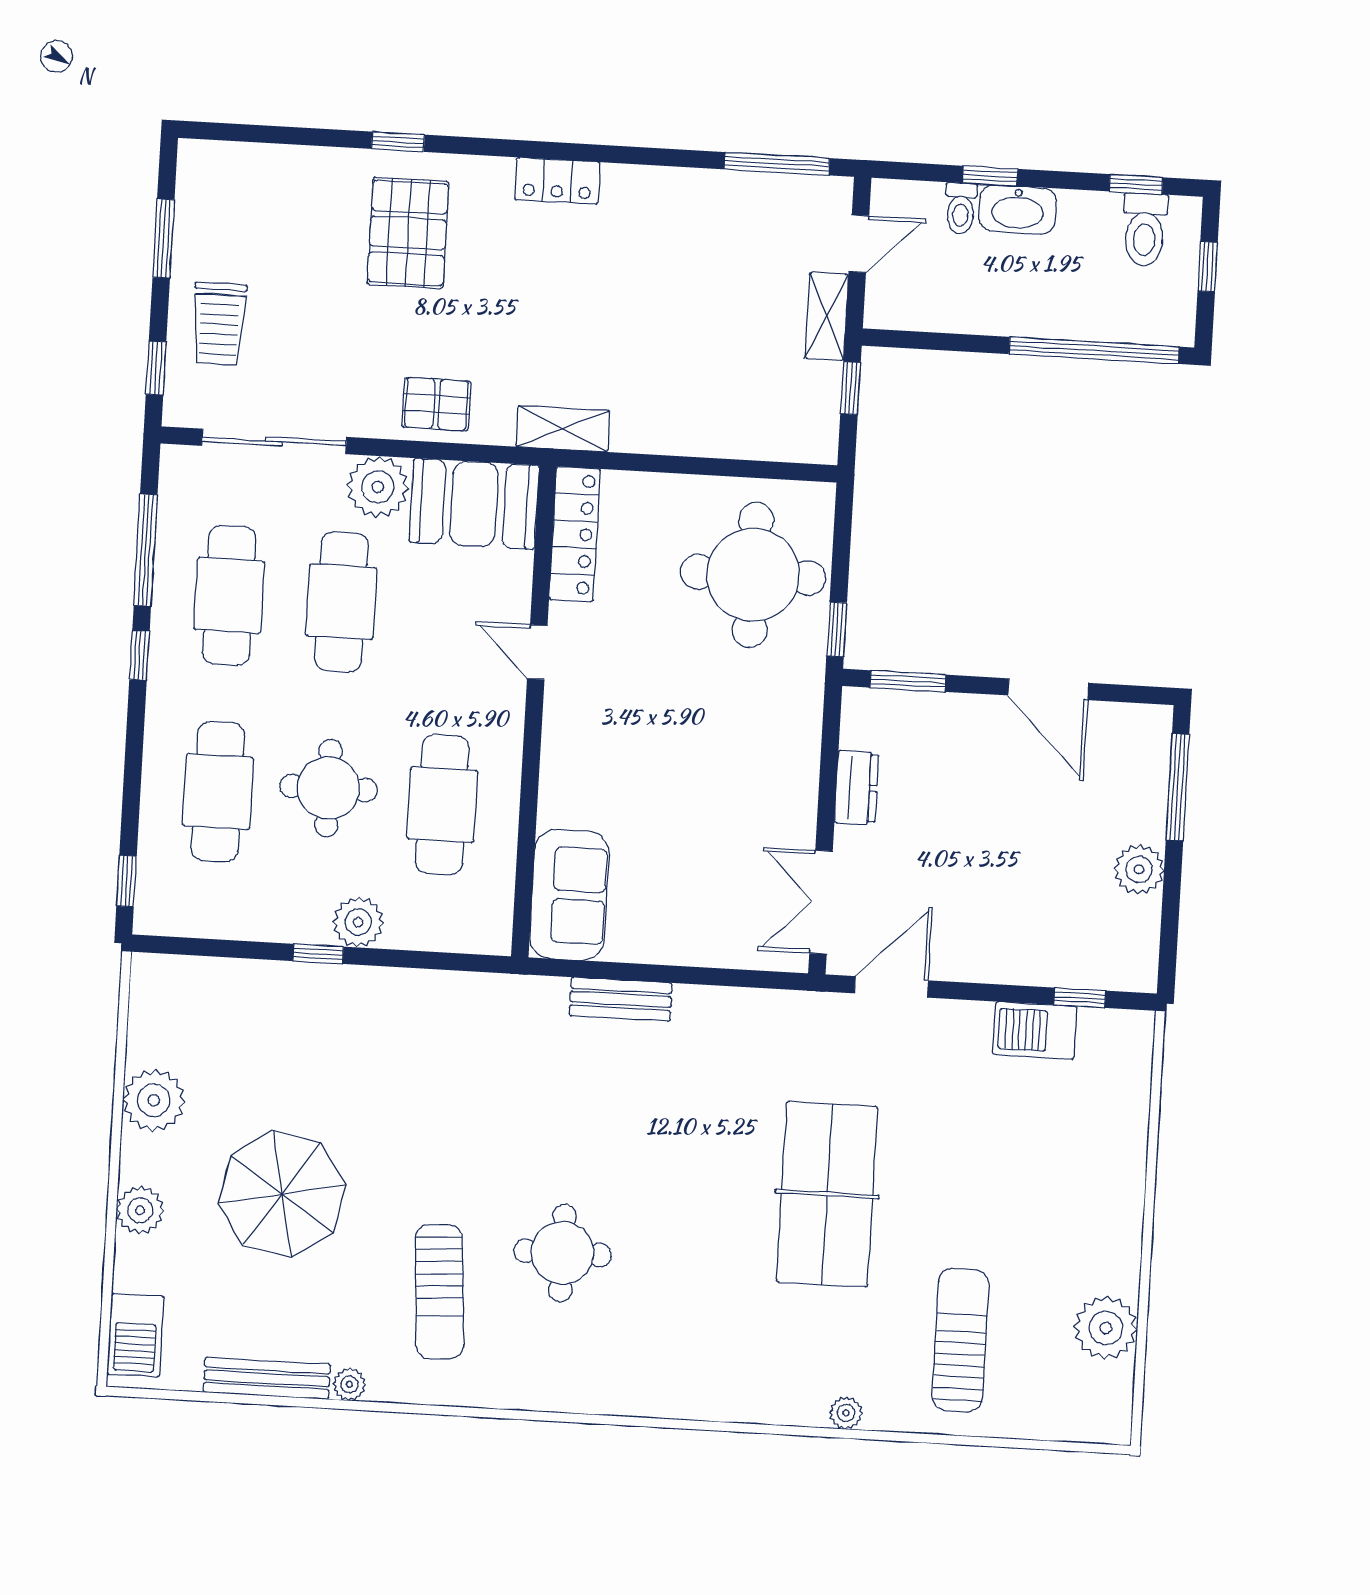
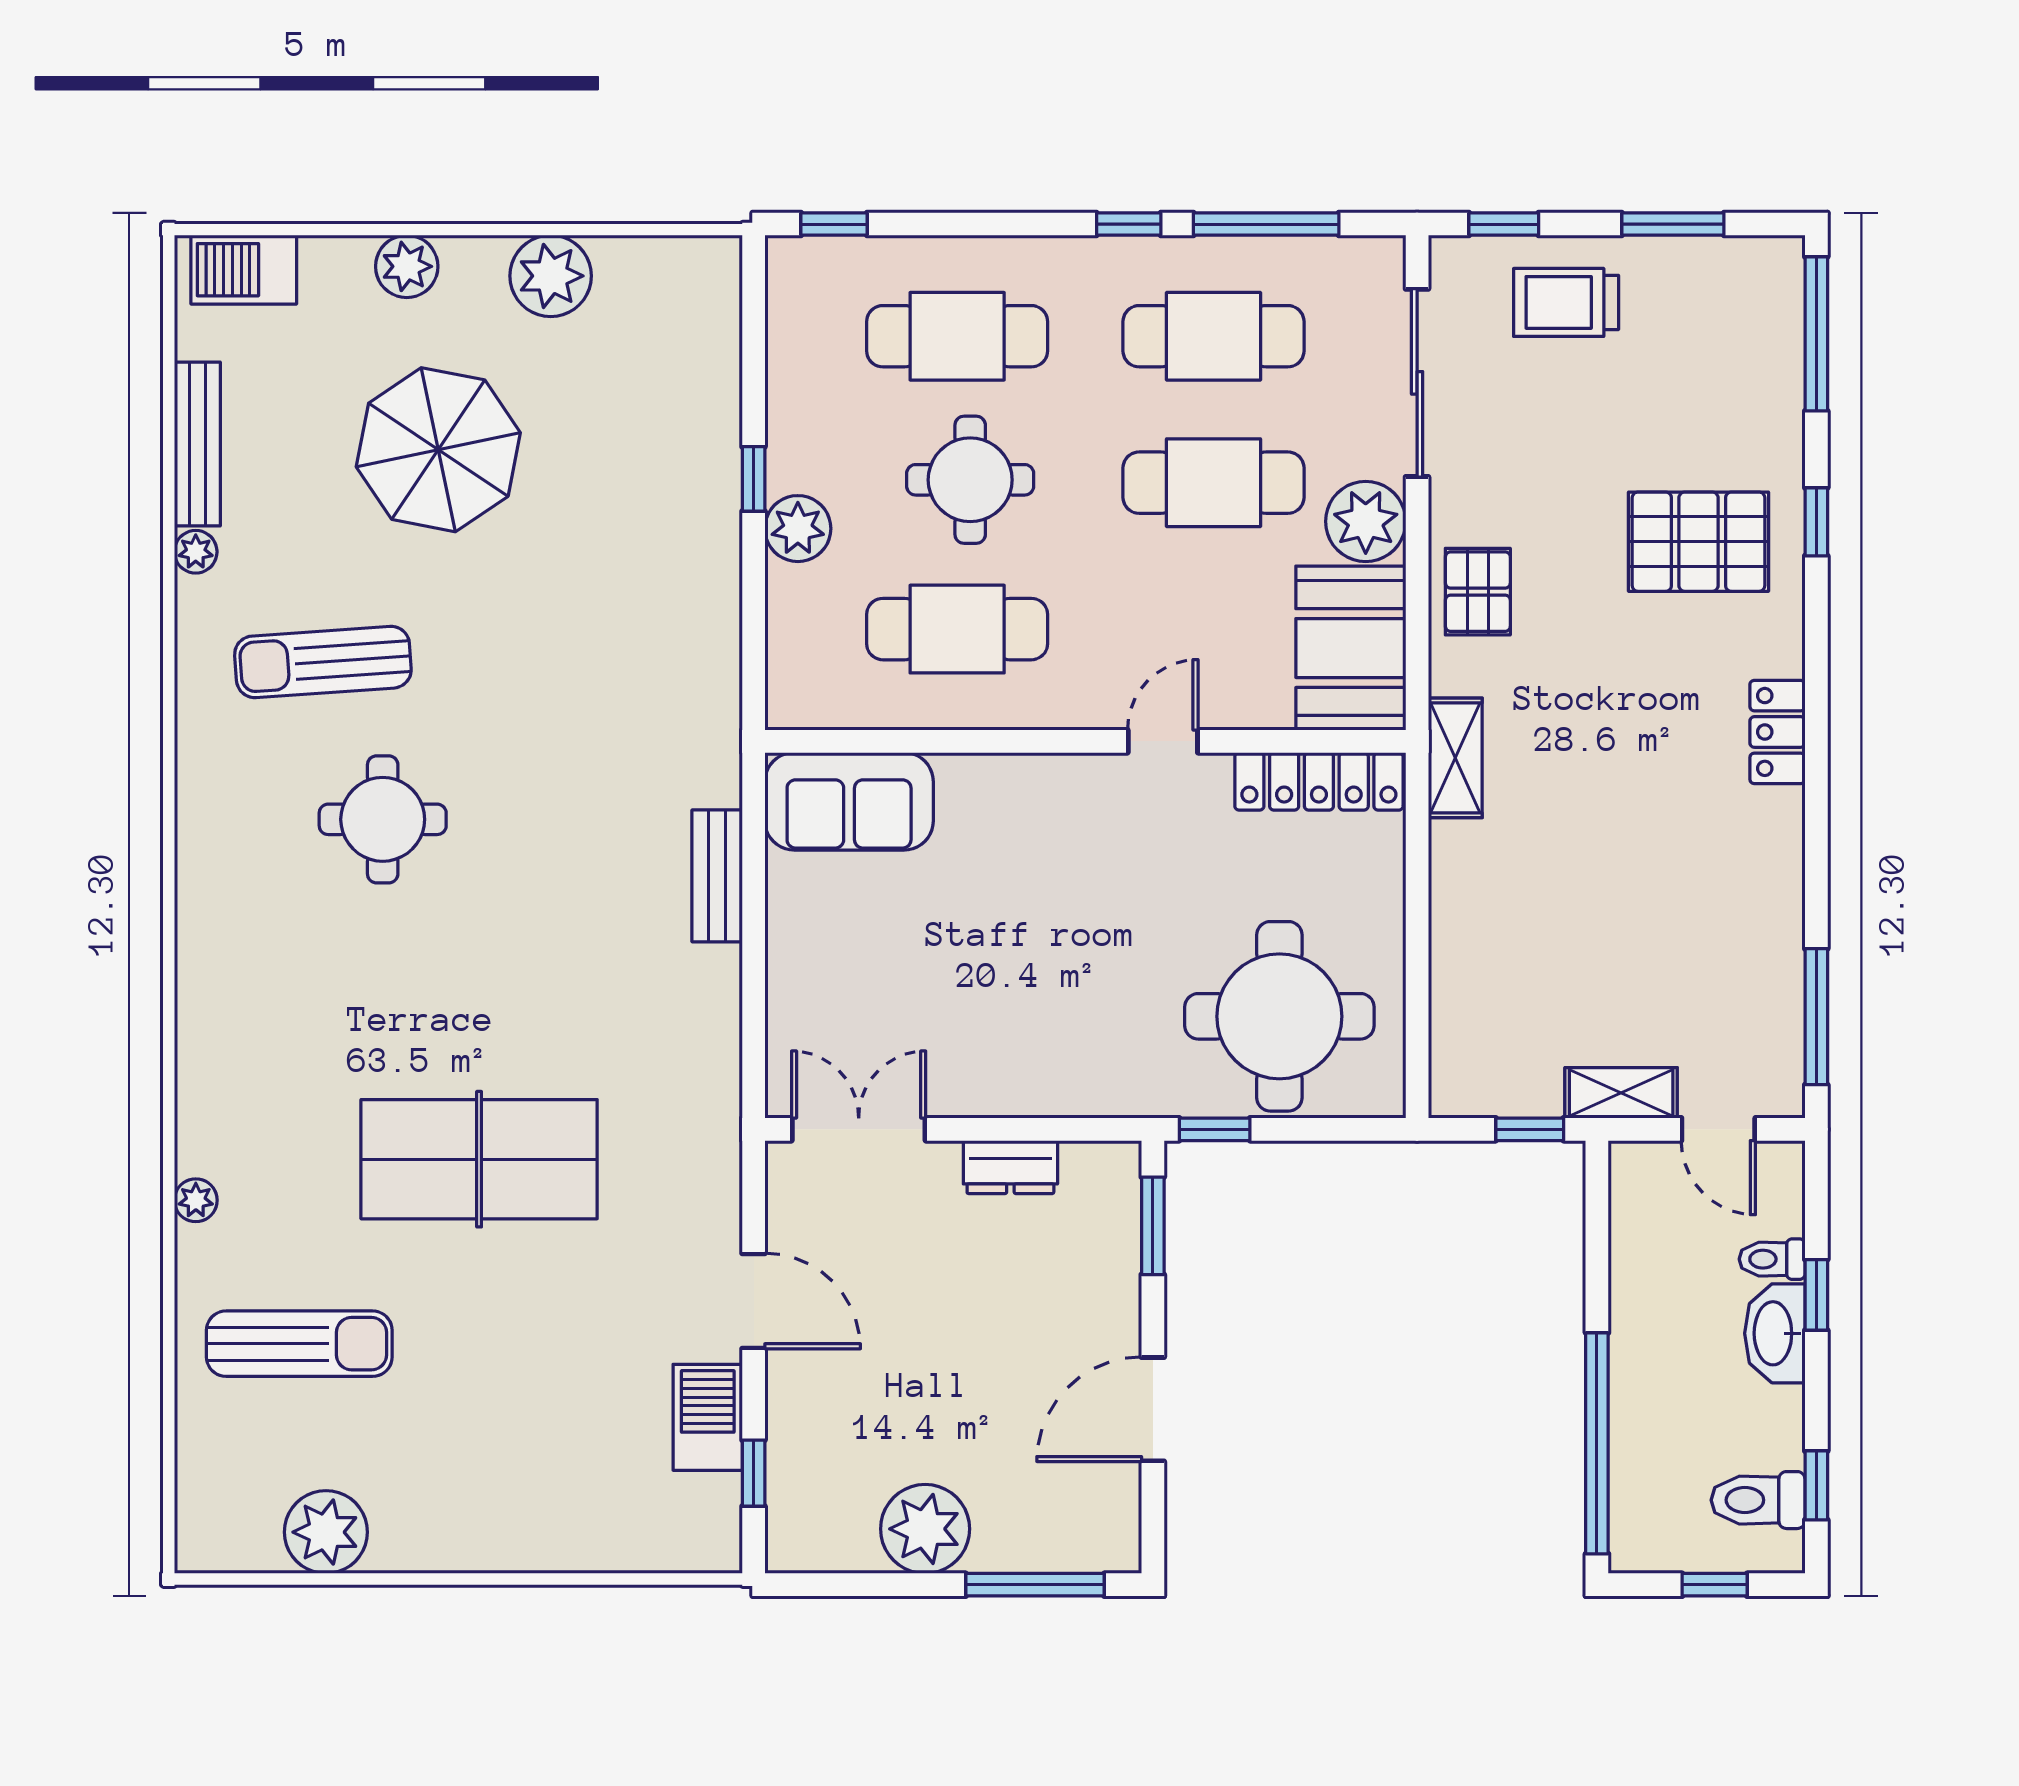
window: (254, 134) -> (1816, 334), added
plant: (1139, 869) -> (925, 1529), width x1.36, depth x1.36
door: (891, 987) -> (754, 1301), moved

